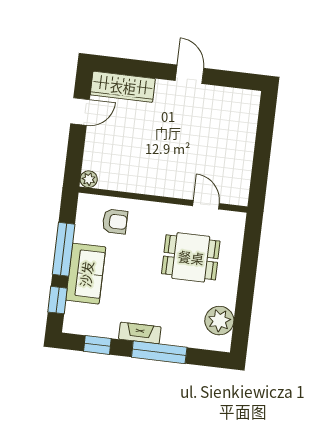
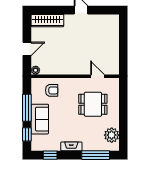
door: (80, 112) -> (27, 49), moved
window: (159, 352) -> (96, 155), moved

